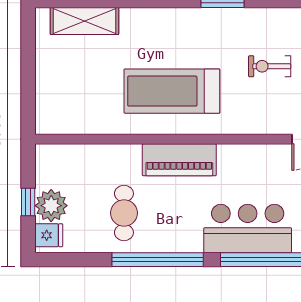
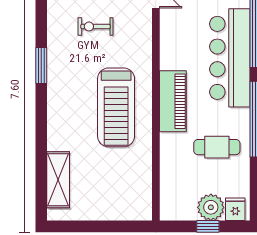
exercise bike: (270, 66) -> (96, 26), turned 90
bar counter: (248, 229) -> (230, 58), width x1.36

